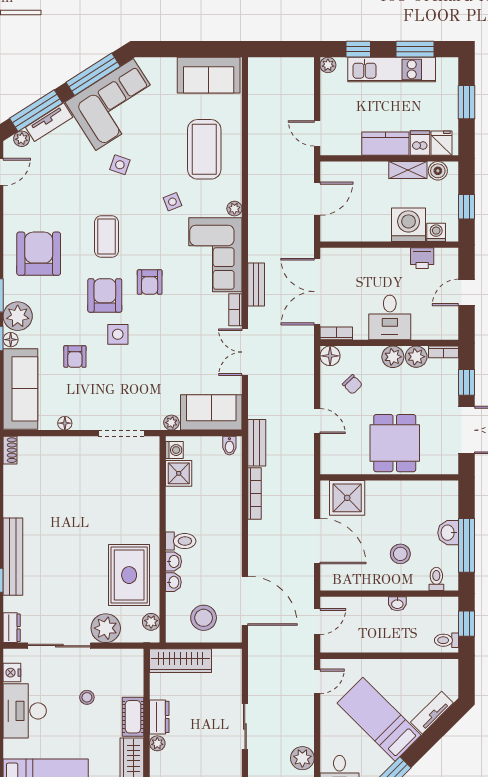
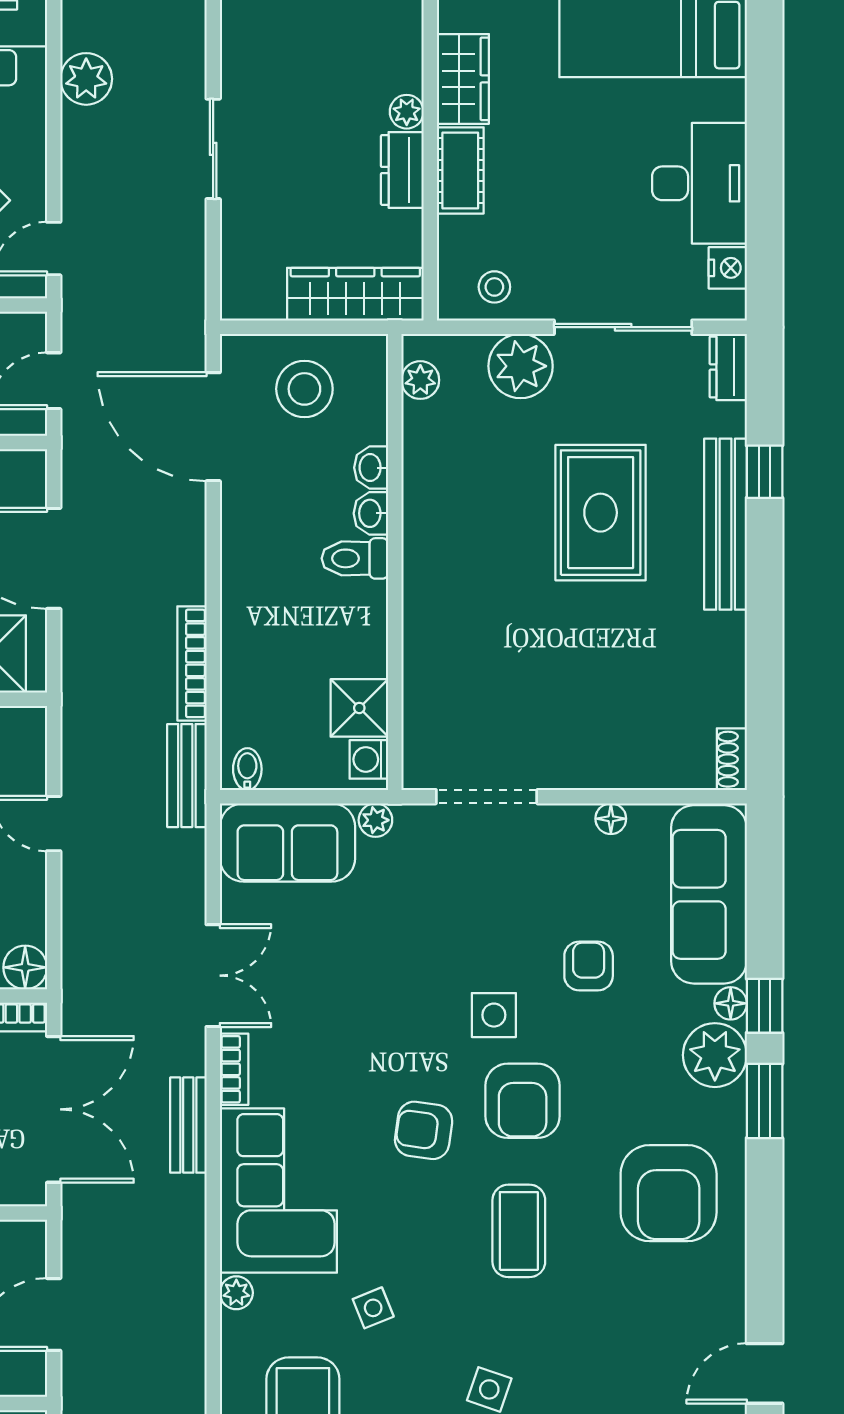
armchair: (150, 282) -> (424, 1130), turned -82
rug: (129, 575) -> (601, 513), moved
stool: (87, 697) -> (494, 287), moved

